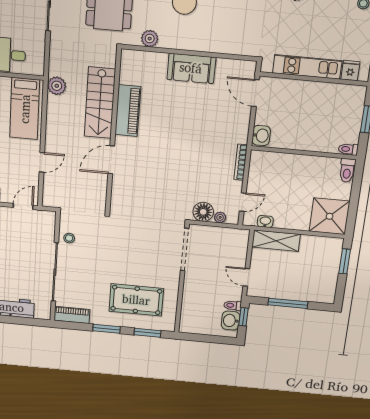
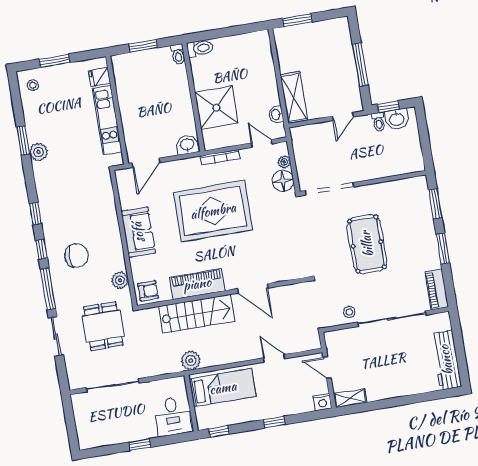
armchair: (133, 63) -> (148, 291), added
rug: (193, 143) -> (213, 211), added
shower: (329, 216) -> (216, 108), moved
pool table: (136, 300) -> (367, 244), moved

